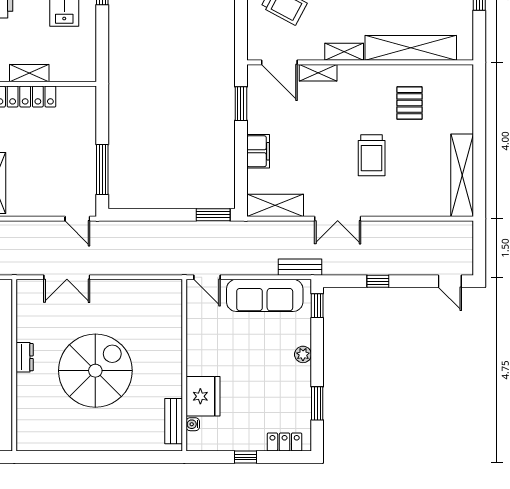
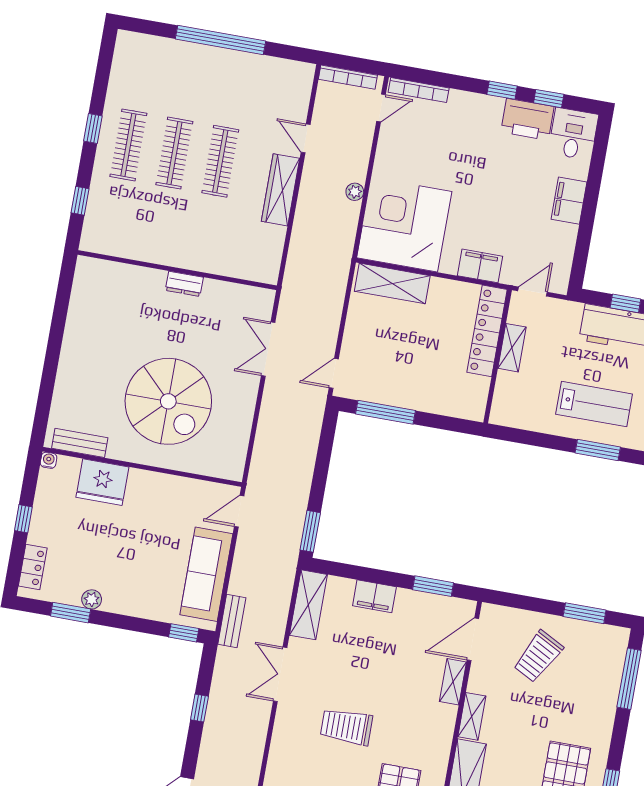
plant: (303, 354) -> (92, 599), moved
spiral stairs: (95, 371) -> (168, 401), moved
water cooler: (193, 424) -> (49, 460), moved

